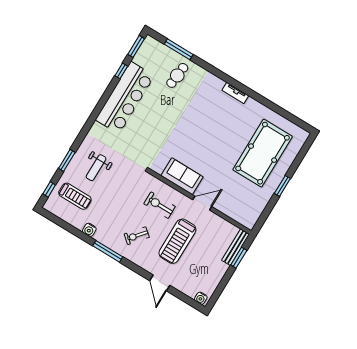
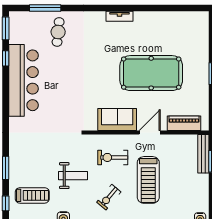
pool table: (263, 153) -> (151, 73), moved, turned 90
weight bench: (96, 168) -> (73, 176), moved, turned -90
piano: (235, 213) -> (184, 123), added

